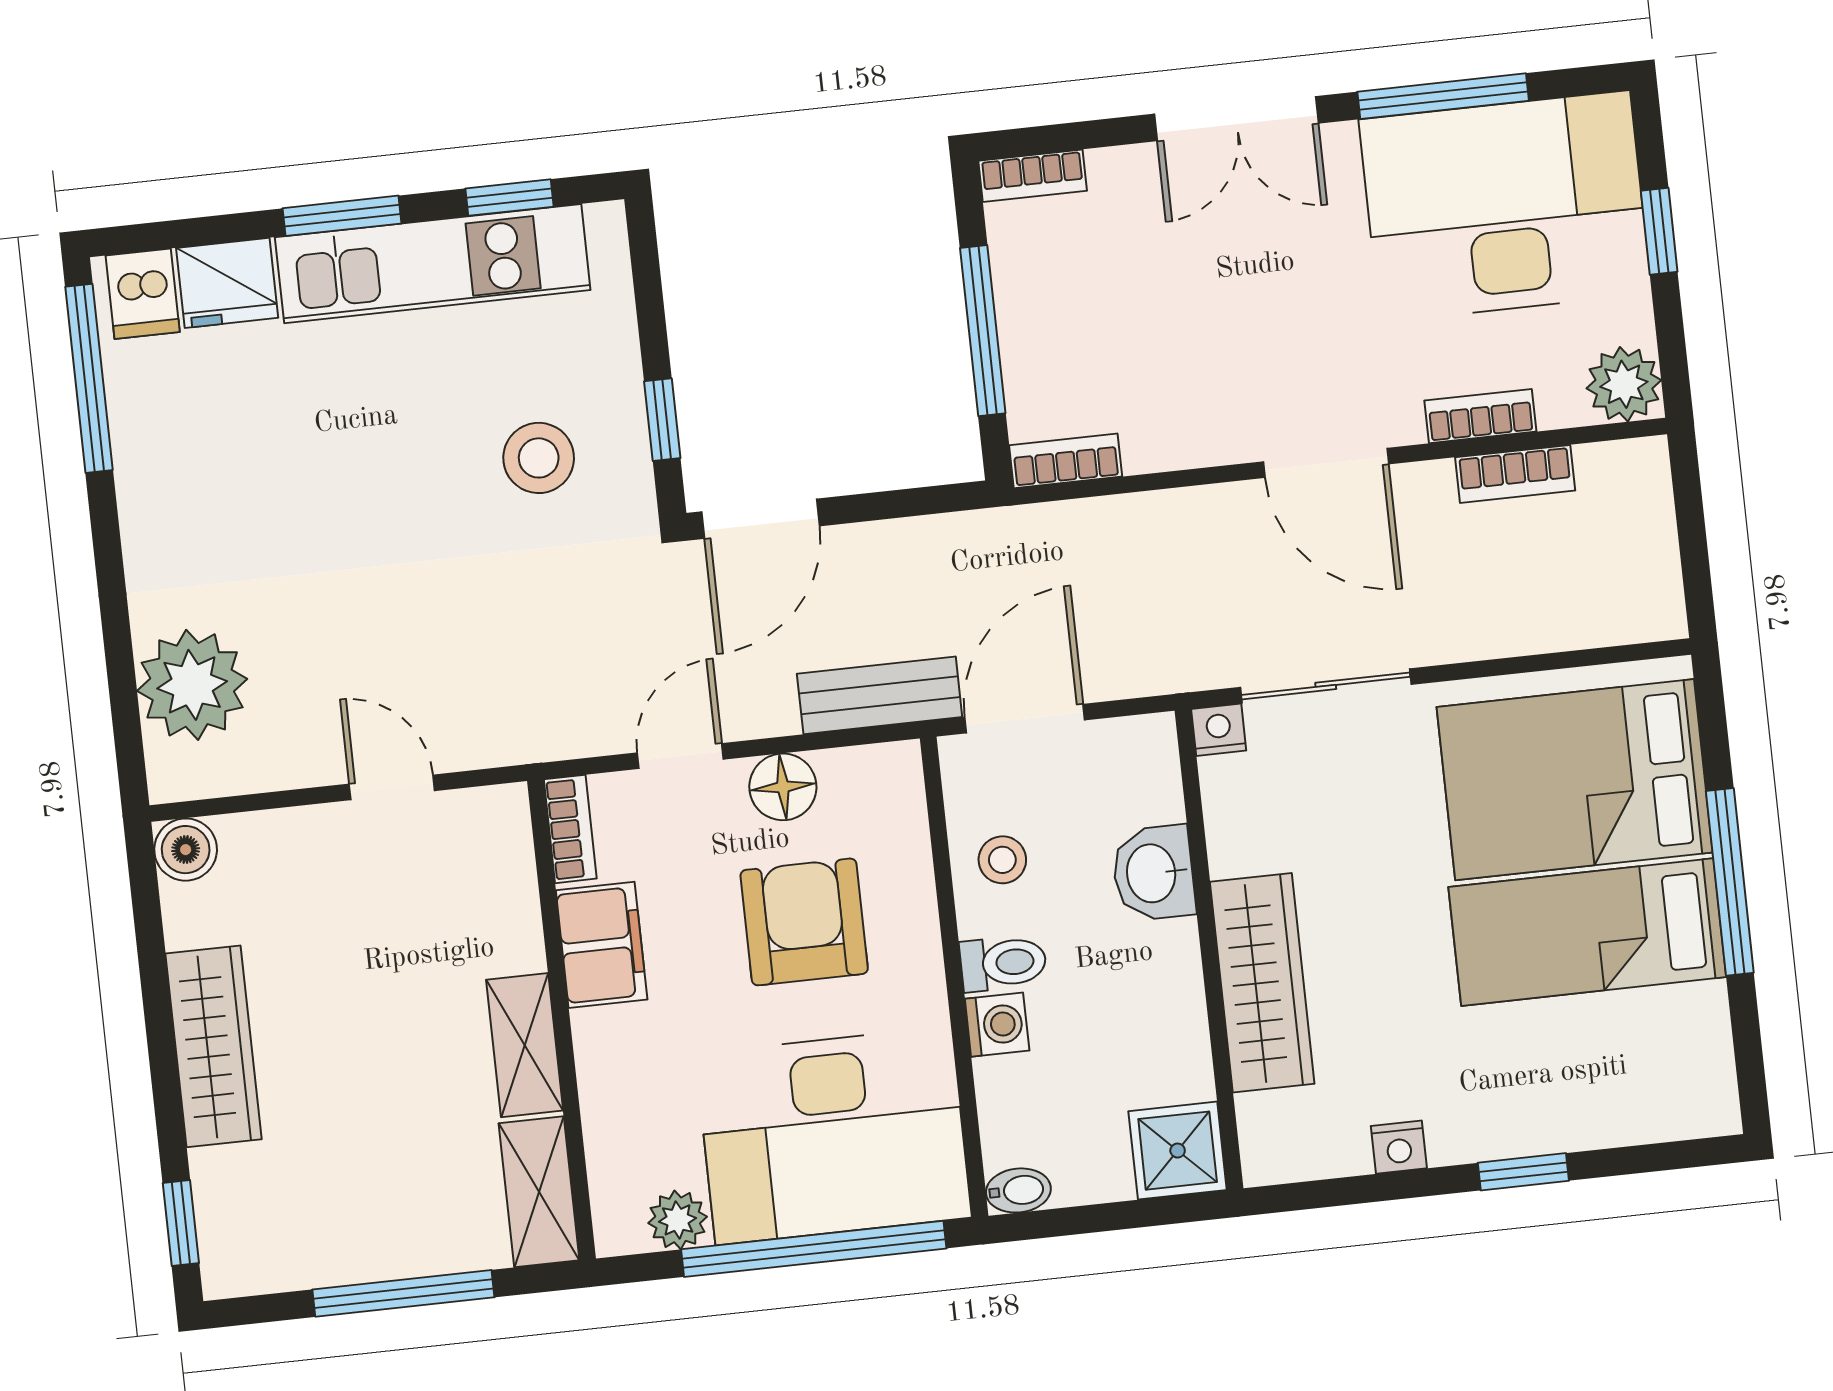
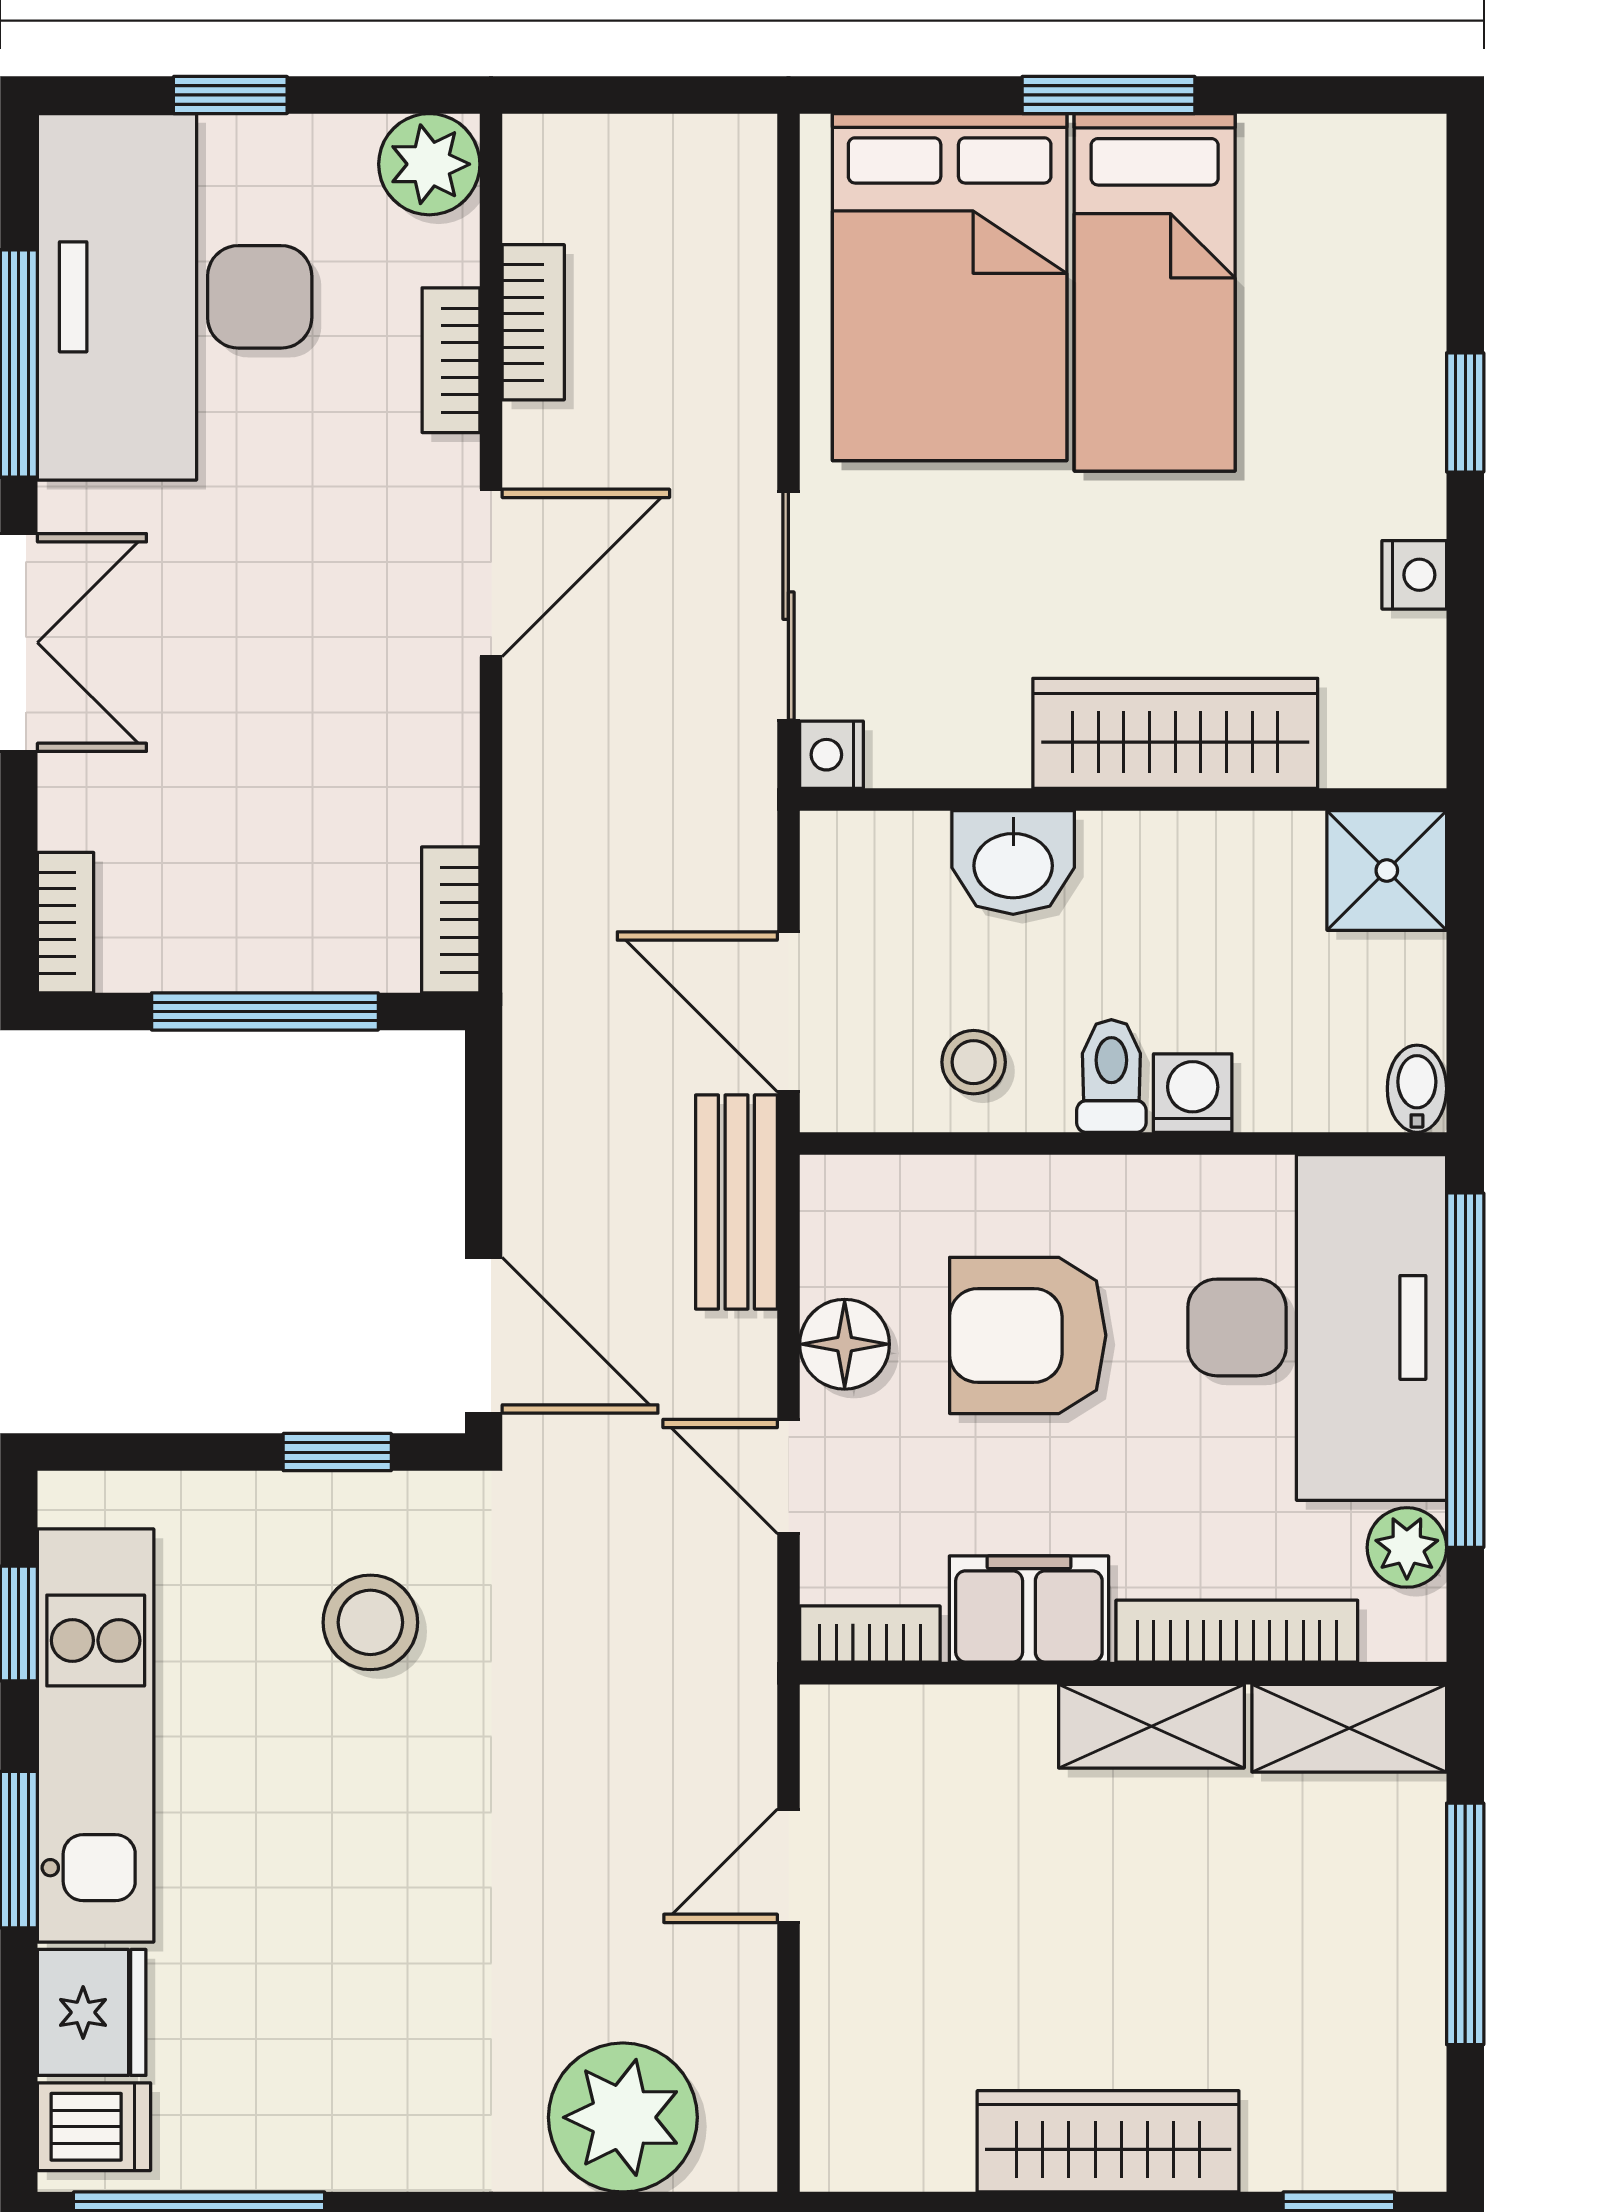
boiler: (186, 850) -> (842, 2150), removed
window: (1730, 882) -> (1108, 95), width x0.69
bookcase: (602, 1101) -> (1237, 1631), added

